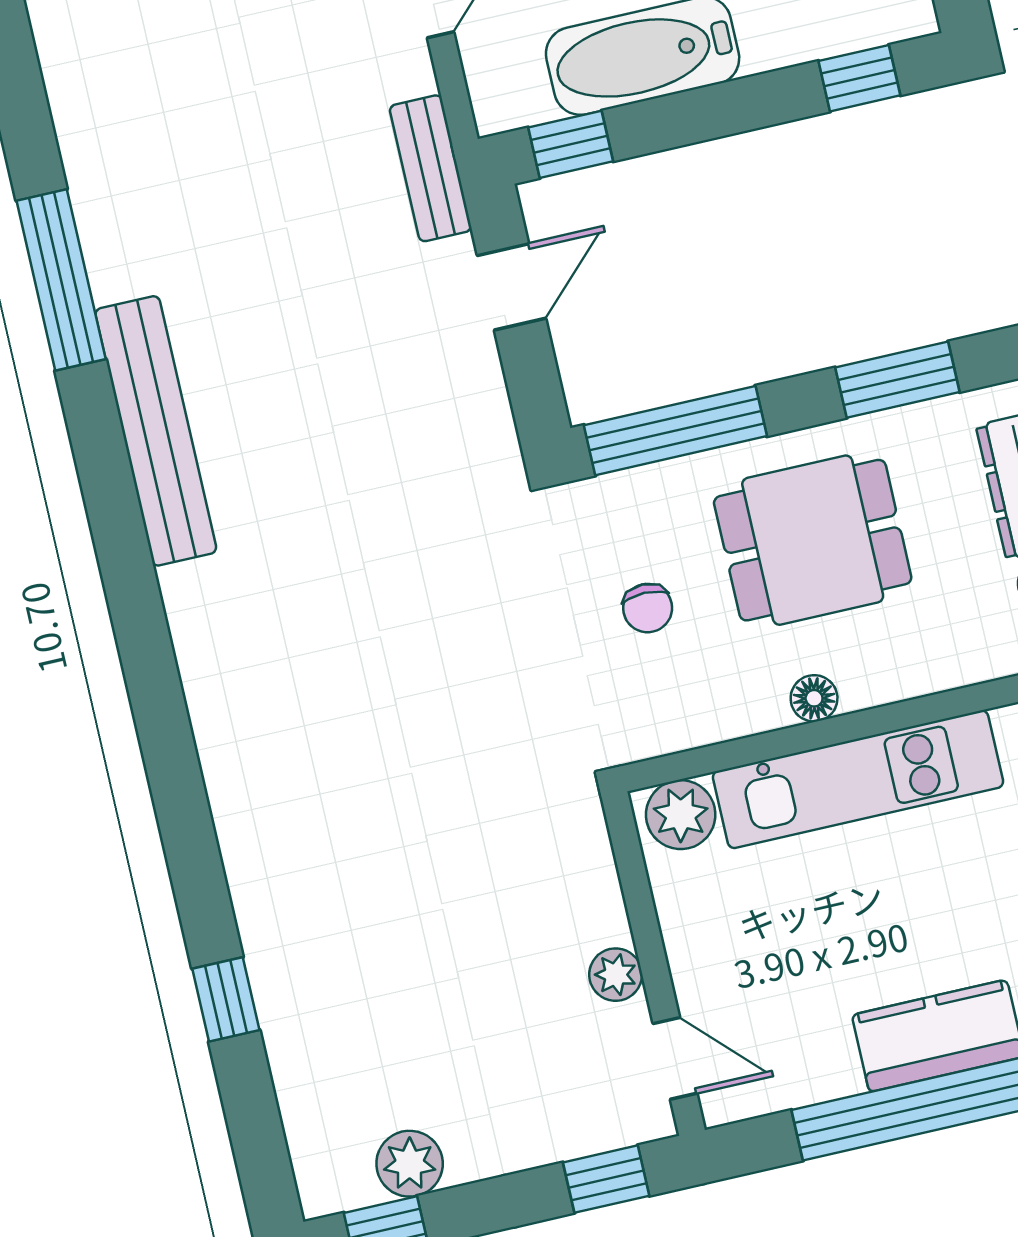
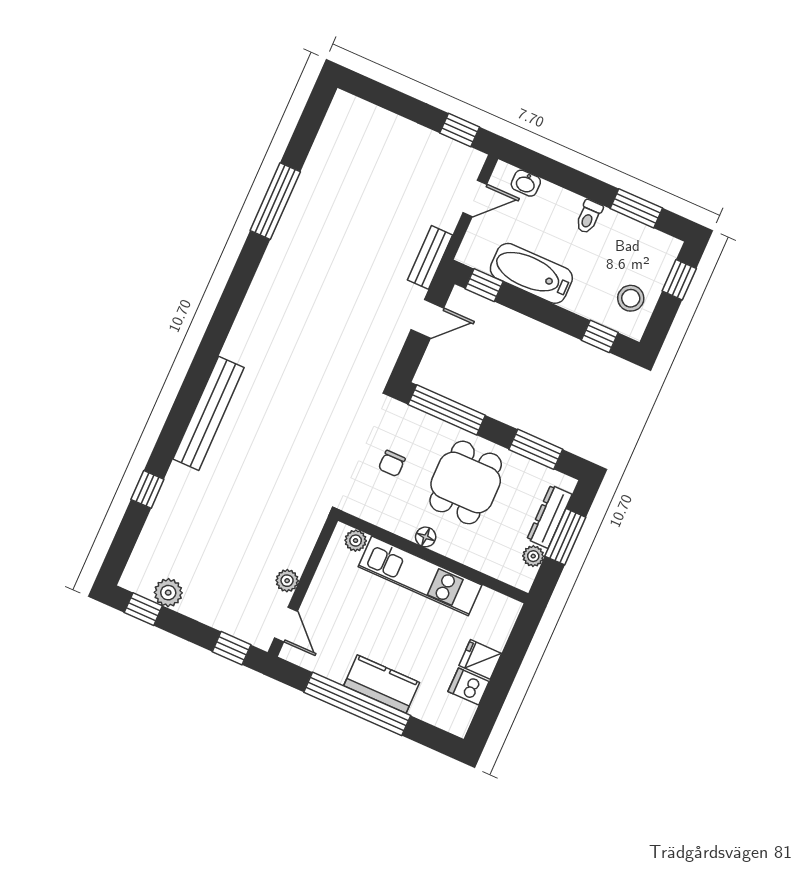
bench: (156, 431) -> (209, 413), moved
dining table: (813, 540) -> (466, 482), turned 90
plant: (681, 815) -> (356, 541), width x0.73, depth x0.73

